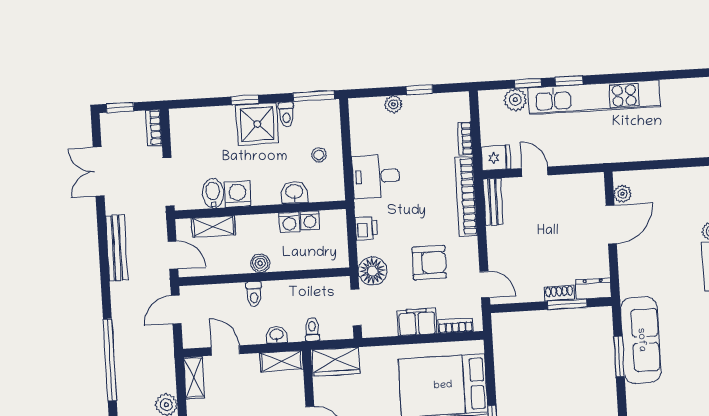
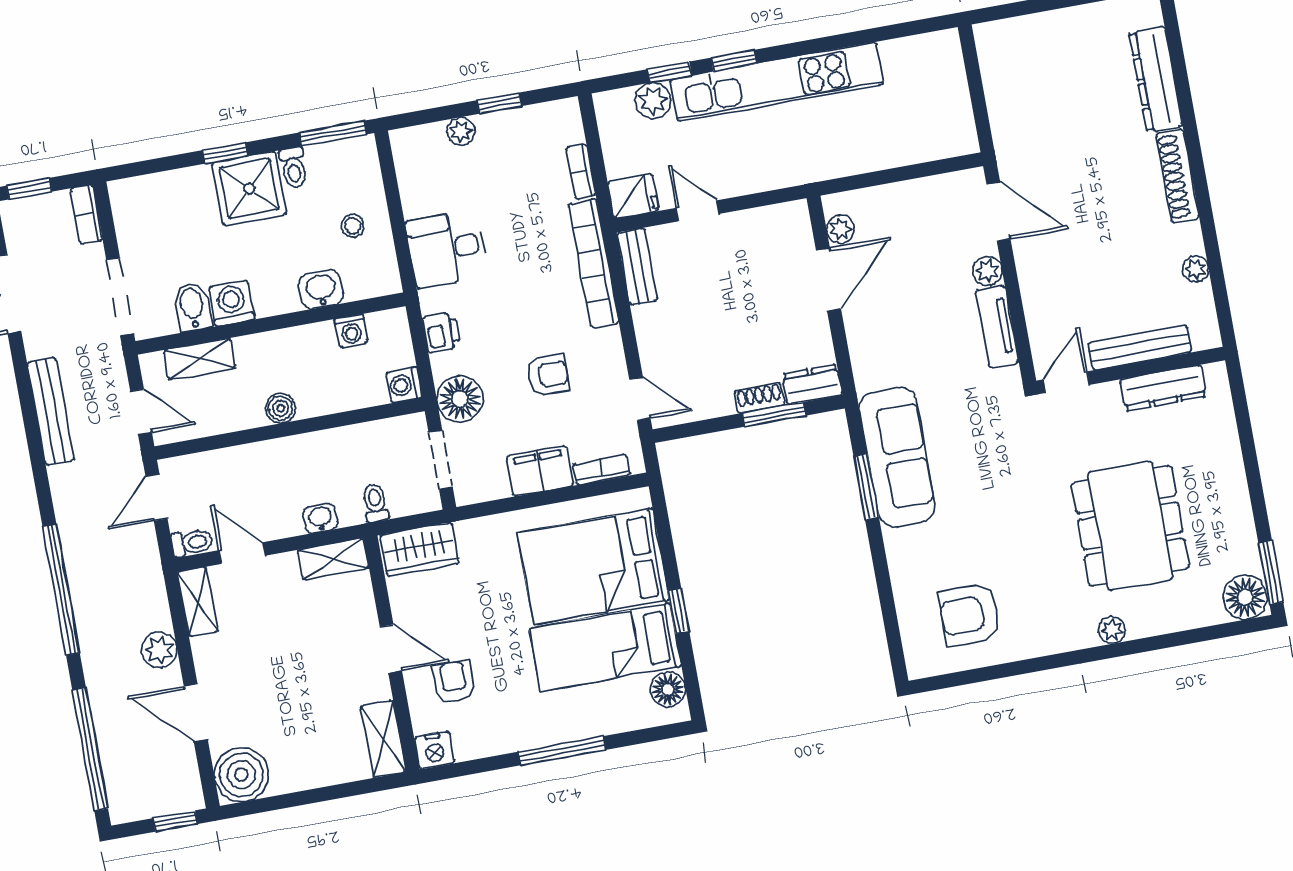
washing machine: (289, 222) -> (404, 385), moved, turned 90
armchair: (429, 263) -> (548, 375), width x0.72, depth x0.72
toilet: (254, 294) -> (192, 543), moved, turned -90

